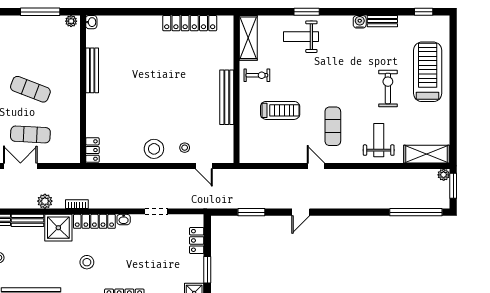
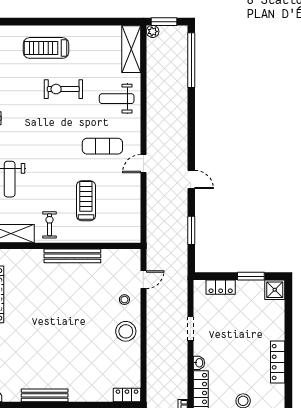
treadmill: (428, 72) -> (46, 48), width x0.73, depth x0.73

